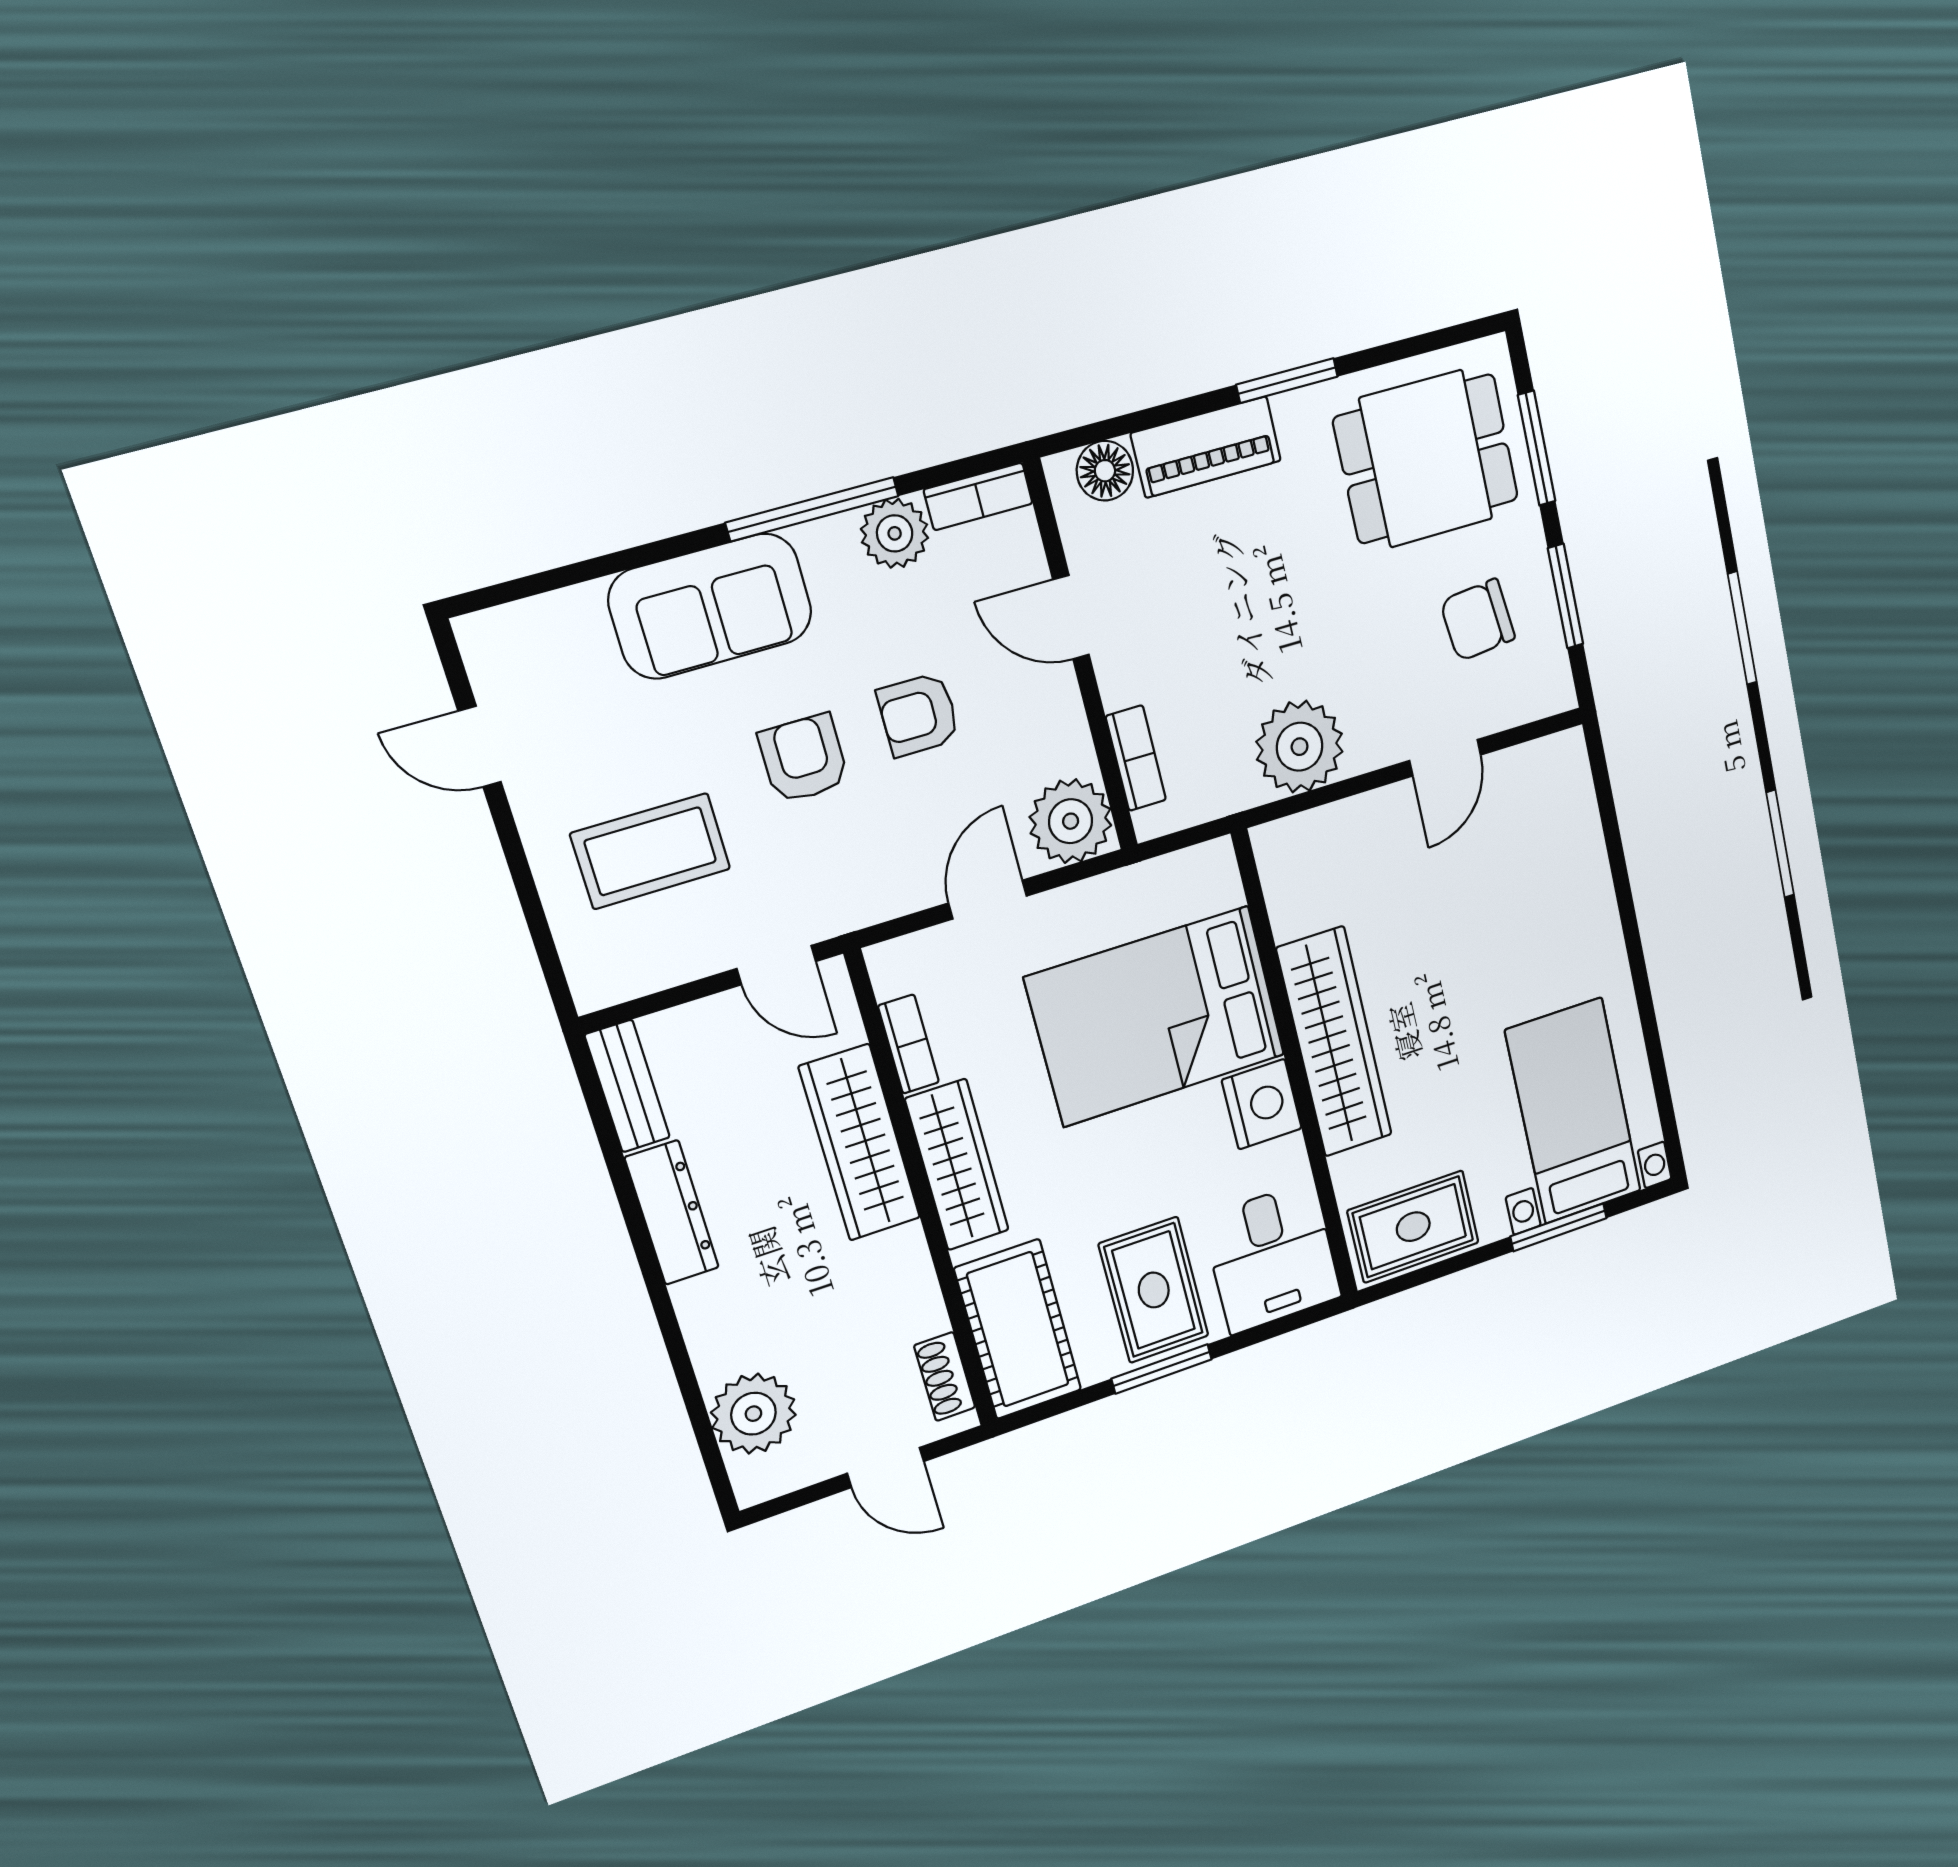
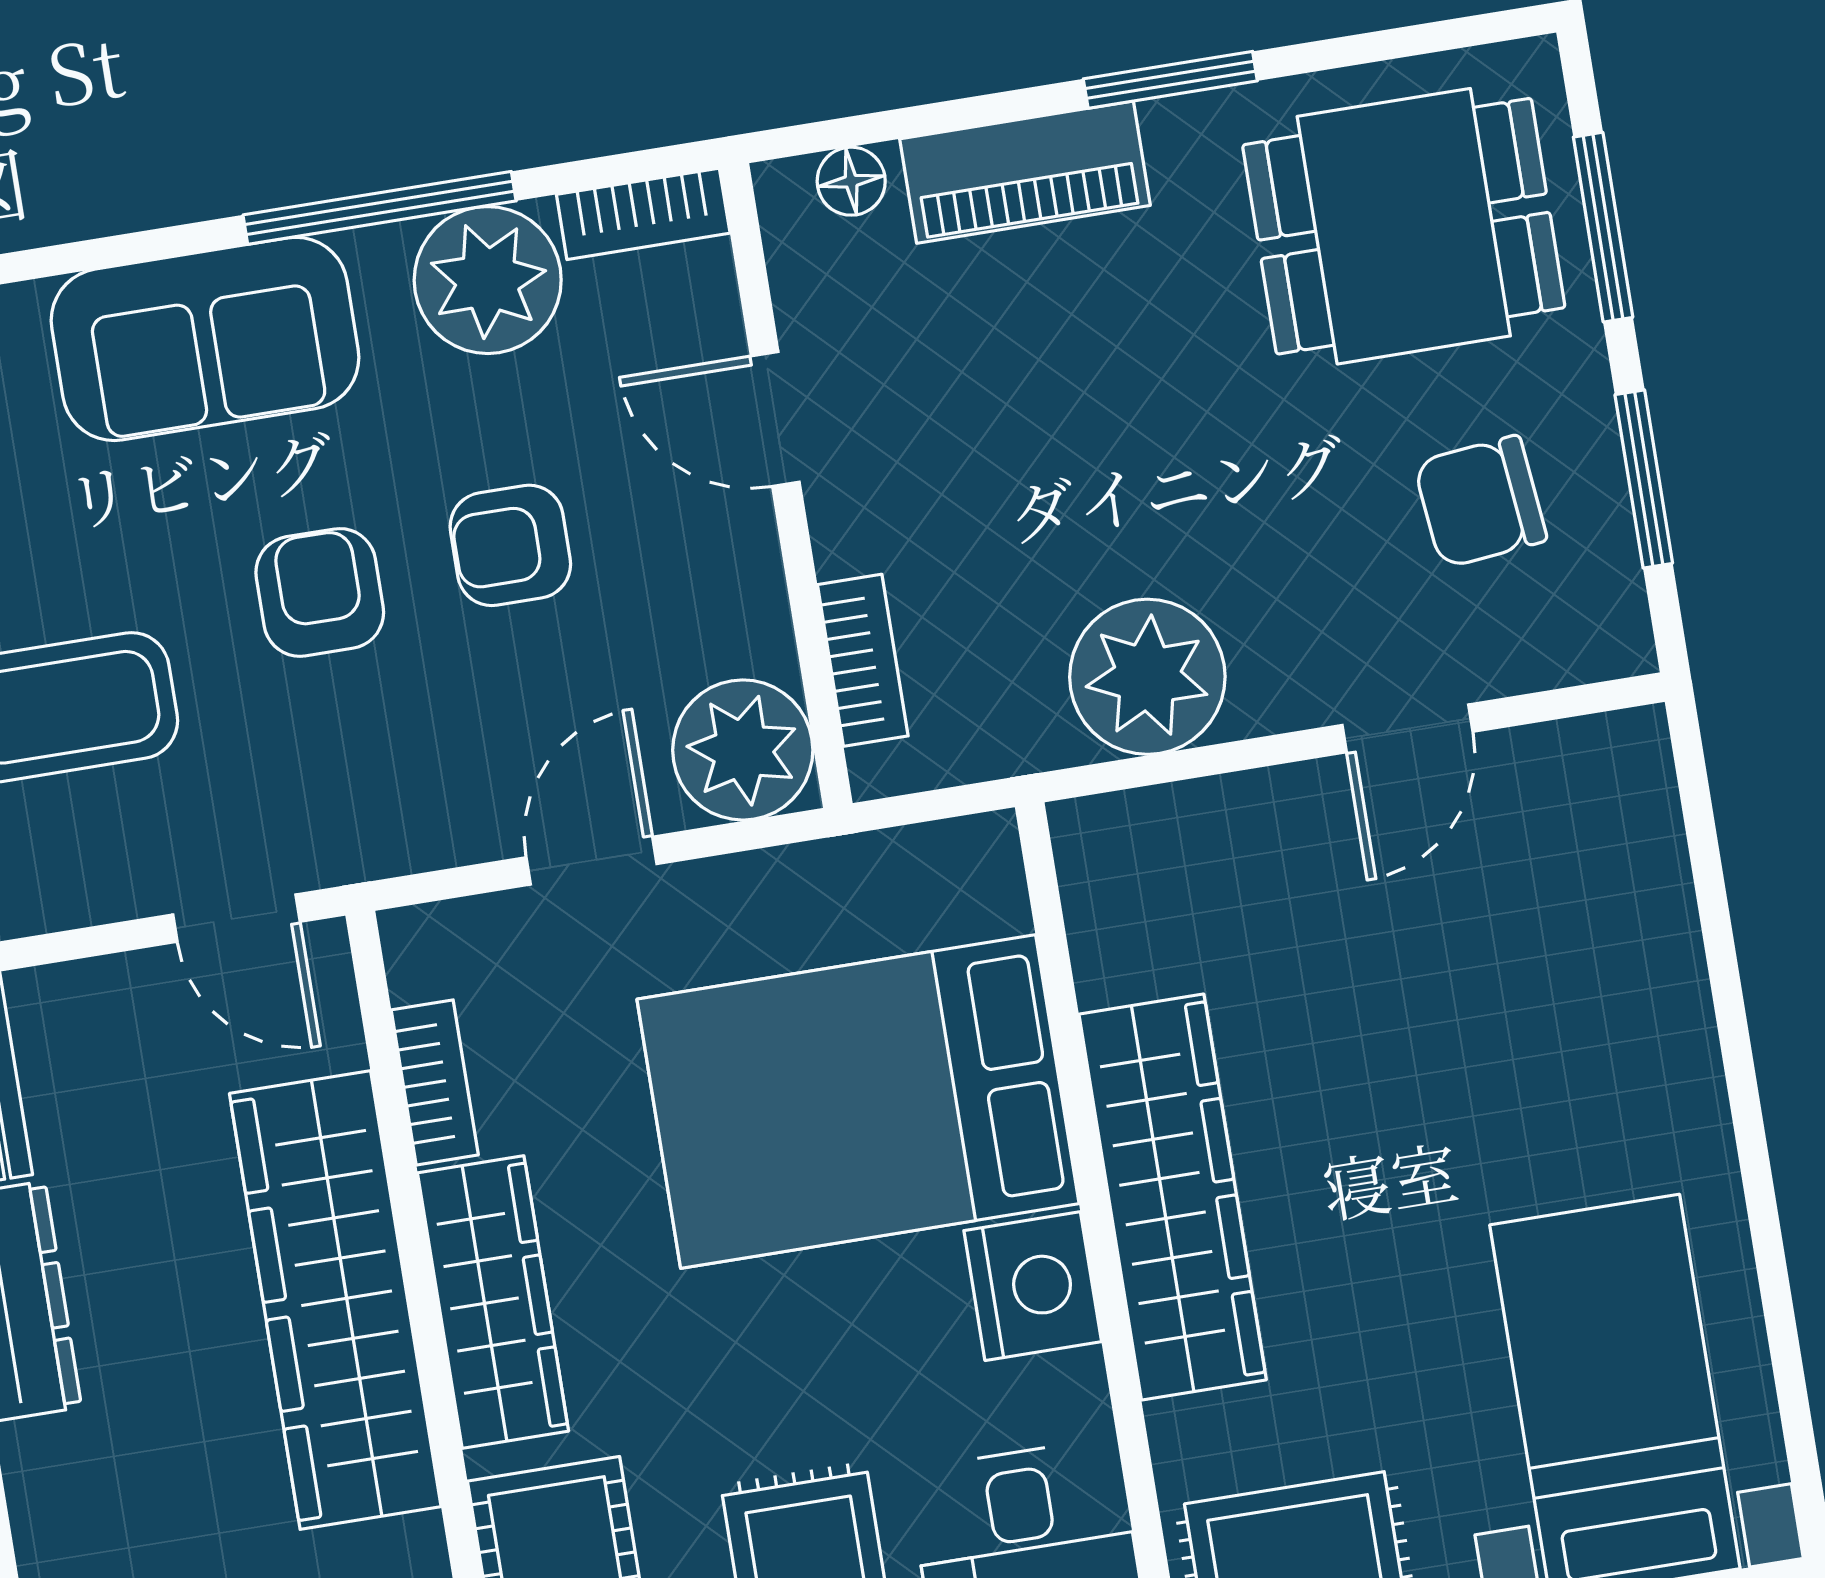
floor lamp: (1105, 471) -> (851, 181), width x0.73, depth x0.73
plant: (895, 533) -> (488, 280), width x1.36, depth x1.36
wardrobe: (860, 1143) -> (335, 1300), width x1.40, depth x1.17

